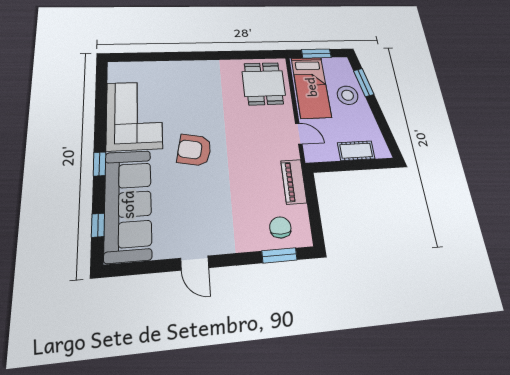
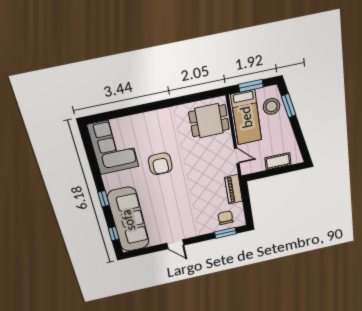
dining table: (264, 84) -> (209, 121), turned 90
stool: (348, 95) -> (271, 106), moved
corner sofa: (134, 115) -> (113, 146), moved
armchair: (194, 150) -> (160, 164), moved, turned -101

